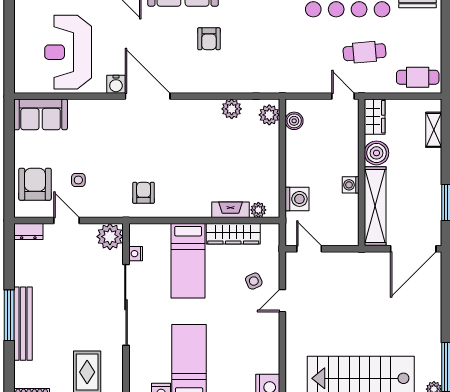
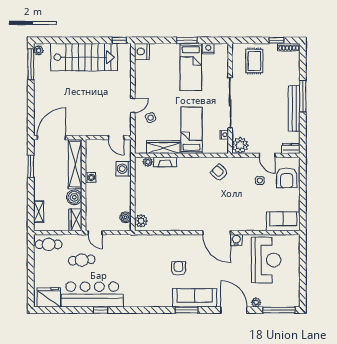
plant: (232, 109) -> (164, 225), removed
armchair: (144, 193) -> (219, 173), turned 134
bench: (23, 324) -> (294, 109), moved

